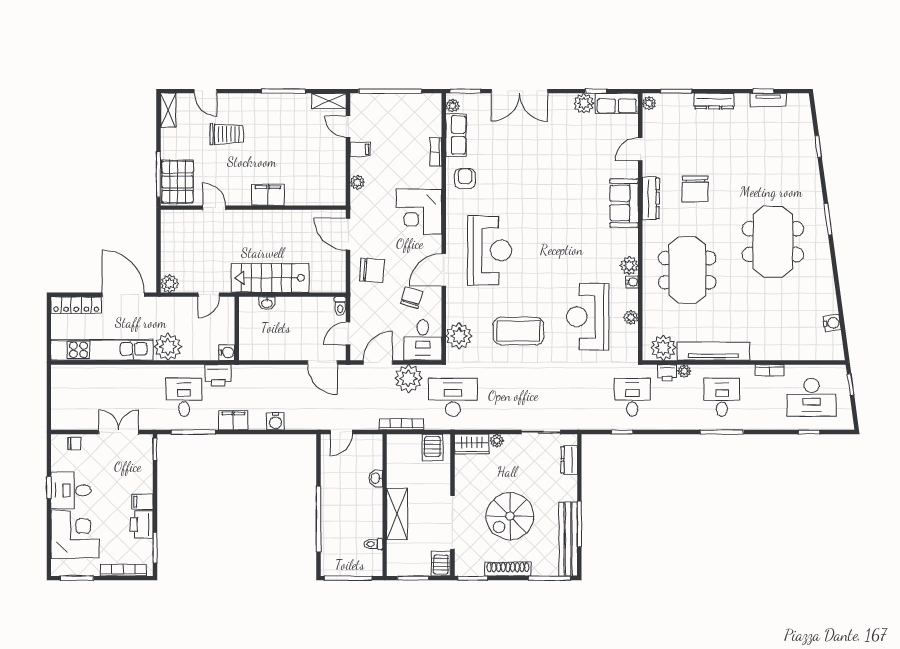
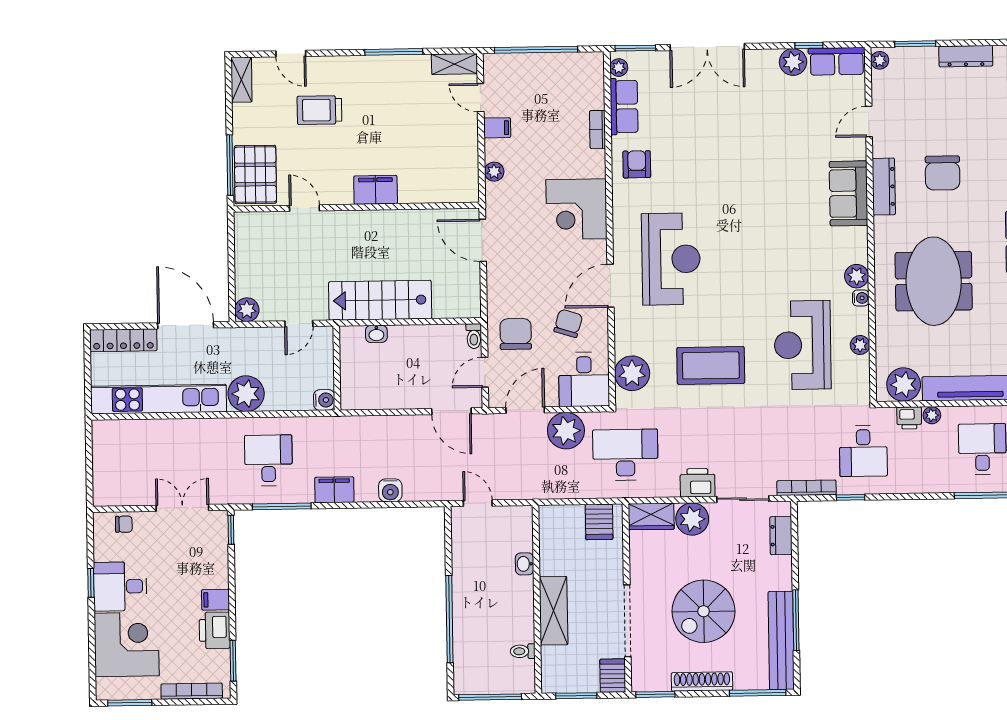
trolley: (227, 134) -> (319, 110), turned 180
chair: (372, 270) -> (516, 334), moved, turned -94
printer: (218, 375) -> (698, 483), moved, turned 180
desk: (632, 397) -> (863, 451), turned 180
bookcase: (401, 424) -> (806, 488), moved
door: (341, 432) -> (478, 503), swing flipped
plant: (497, 441) -> (692, 519), width x1.88, depth x1.88

